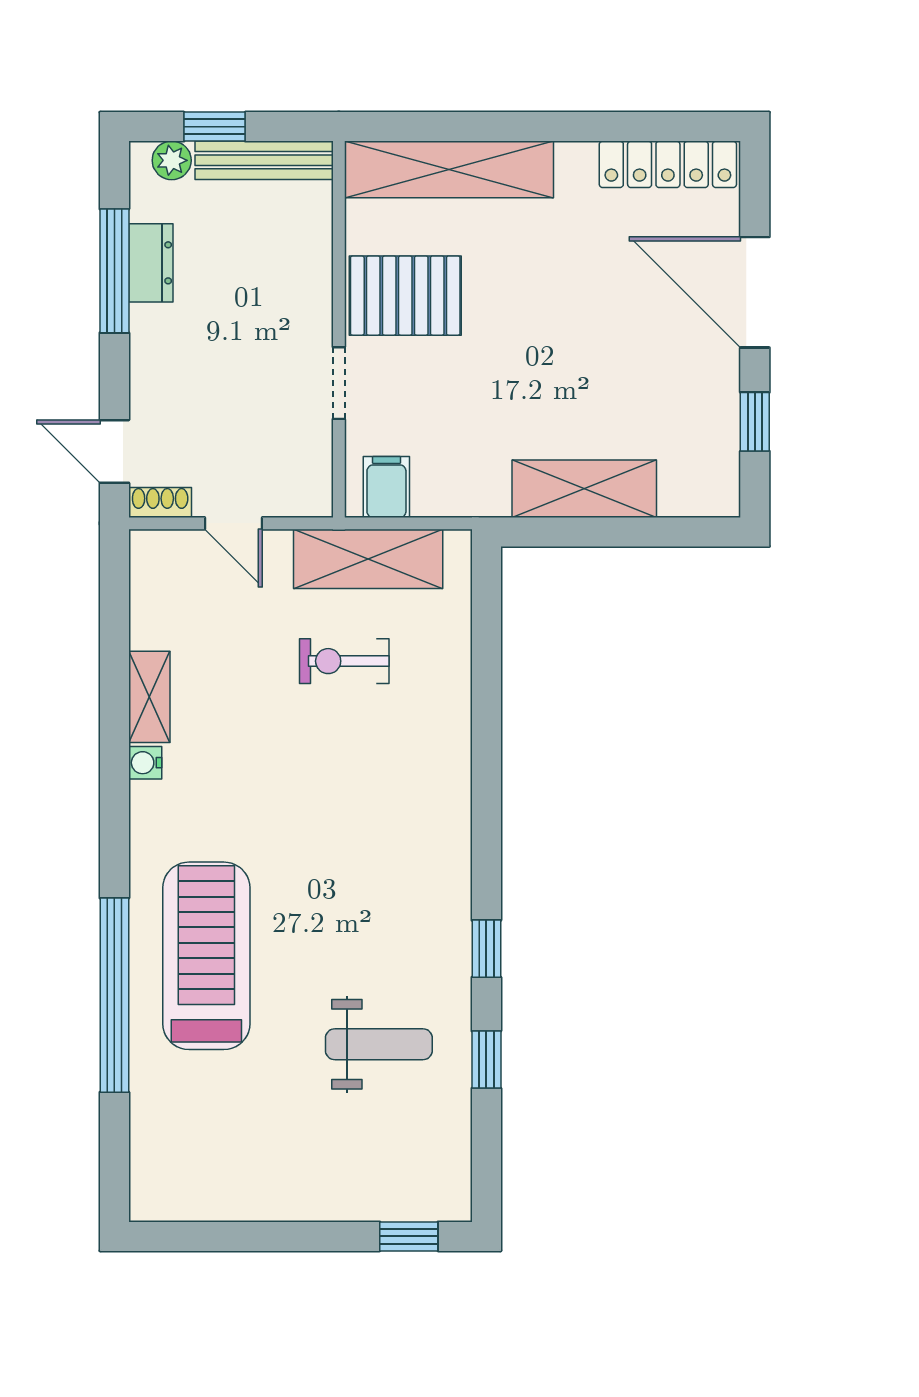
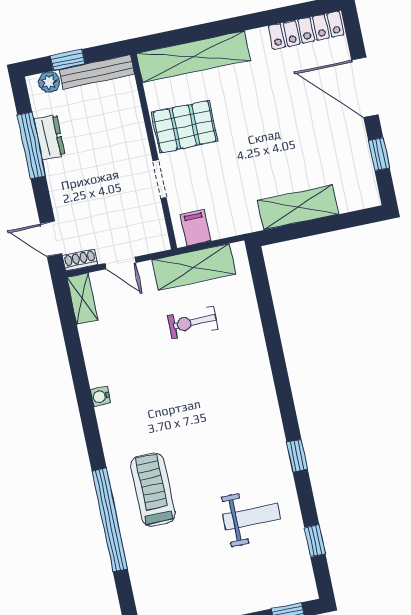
shelving: (149, 697) -> (82, 299), moved
treadmill: (206, 956) -> (153, 490), width x0.73, depth x0.73
window: (486, 1060) -> (315, 541), moved

